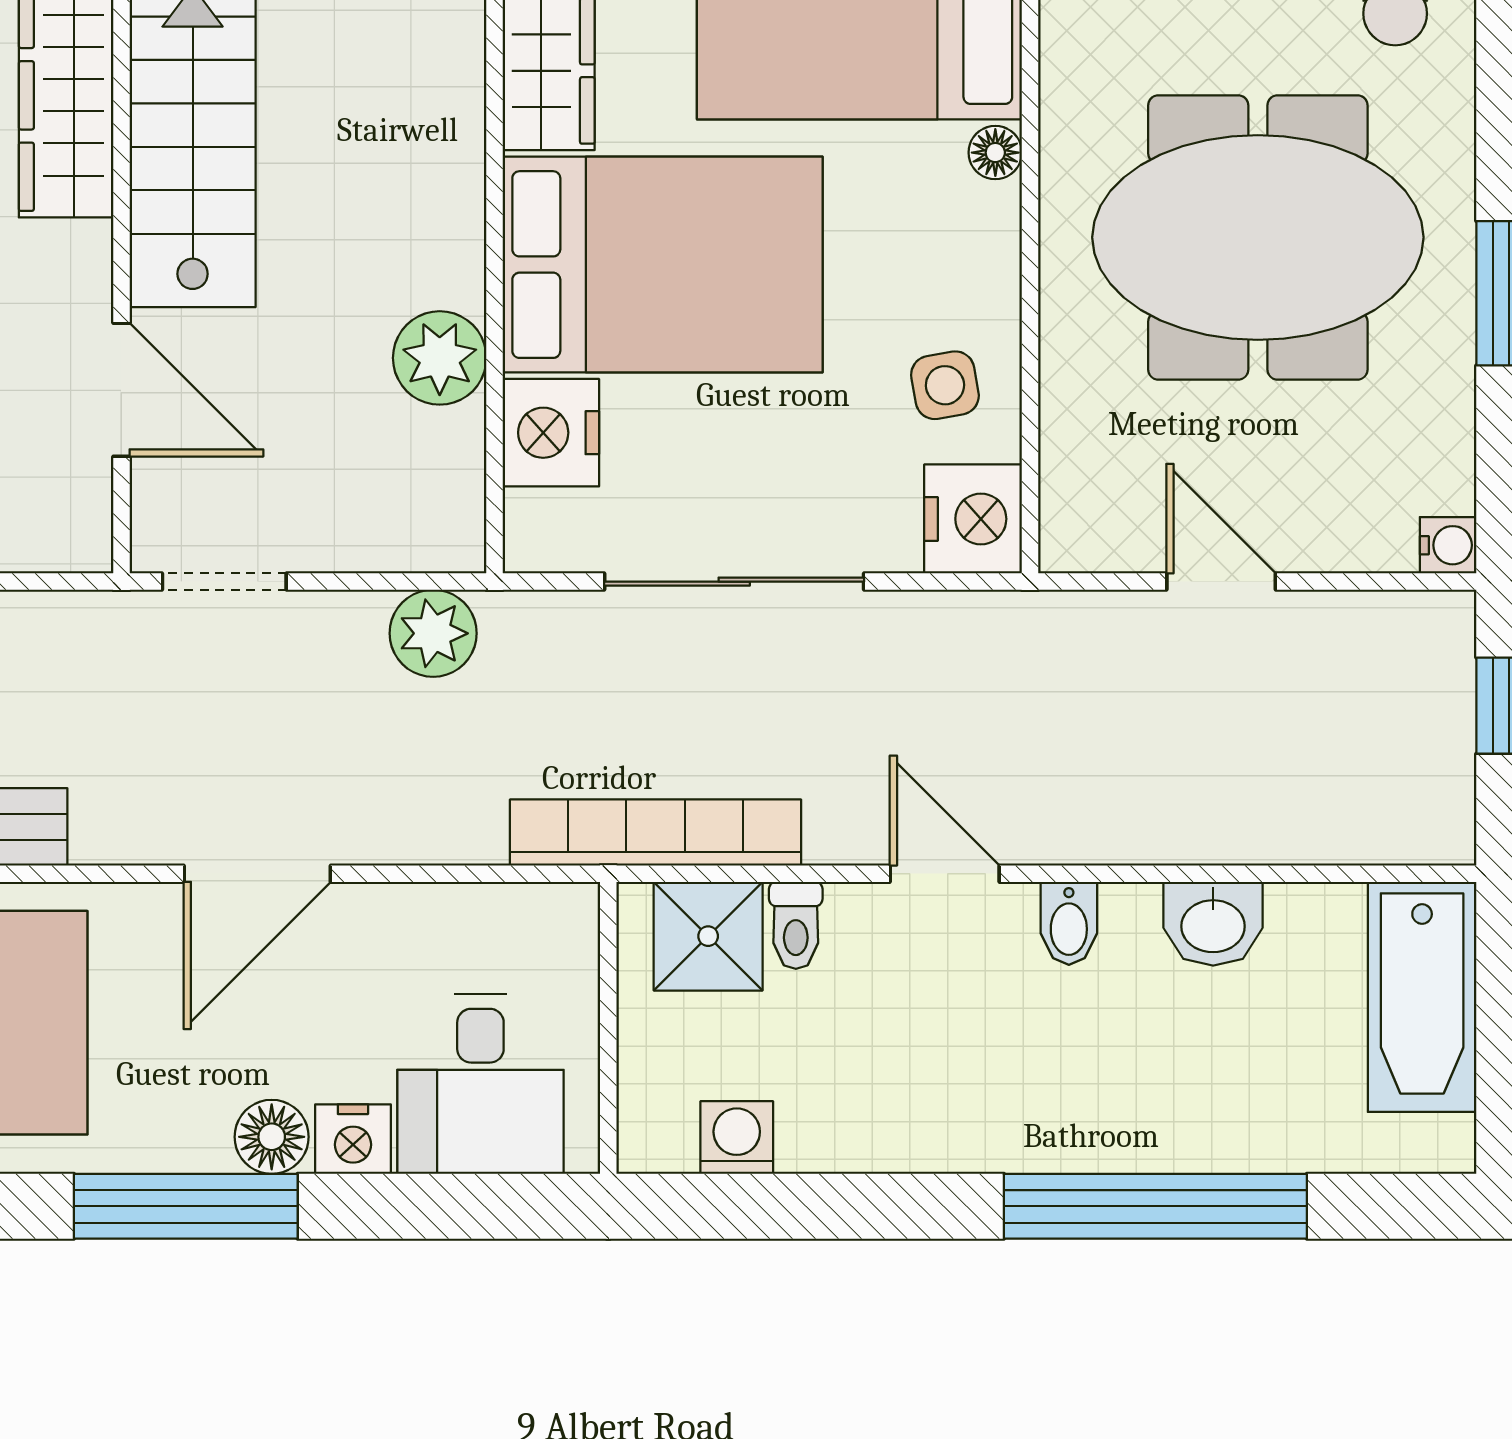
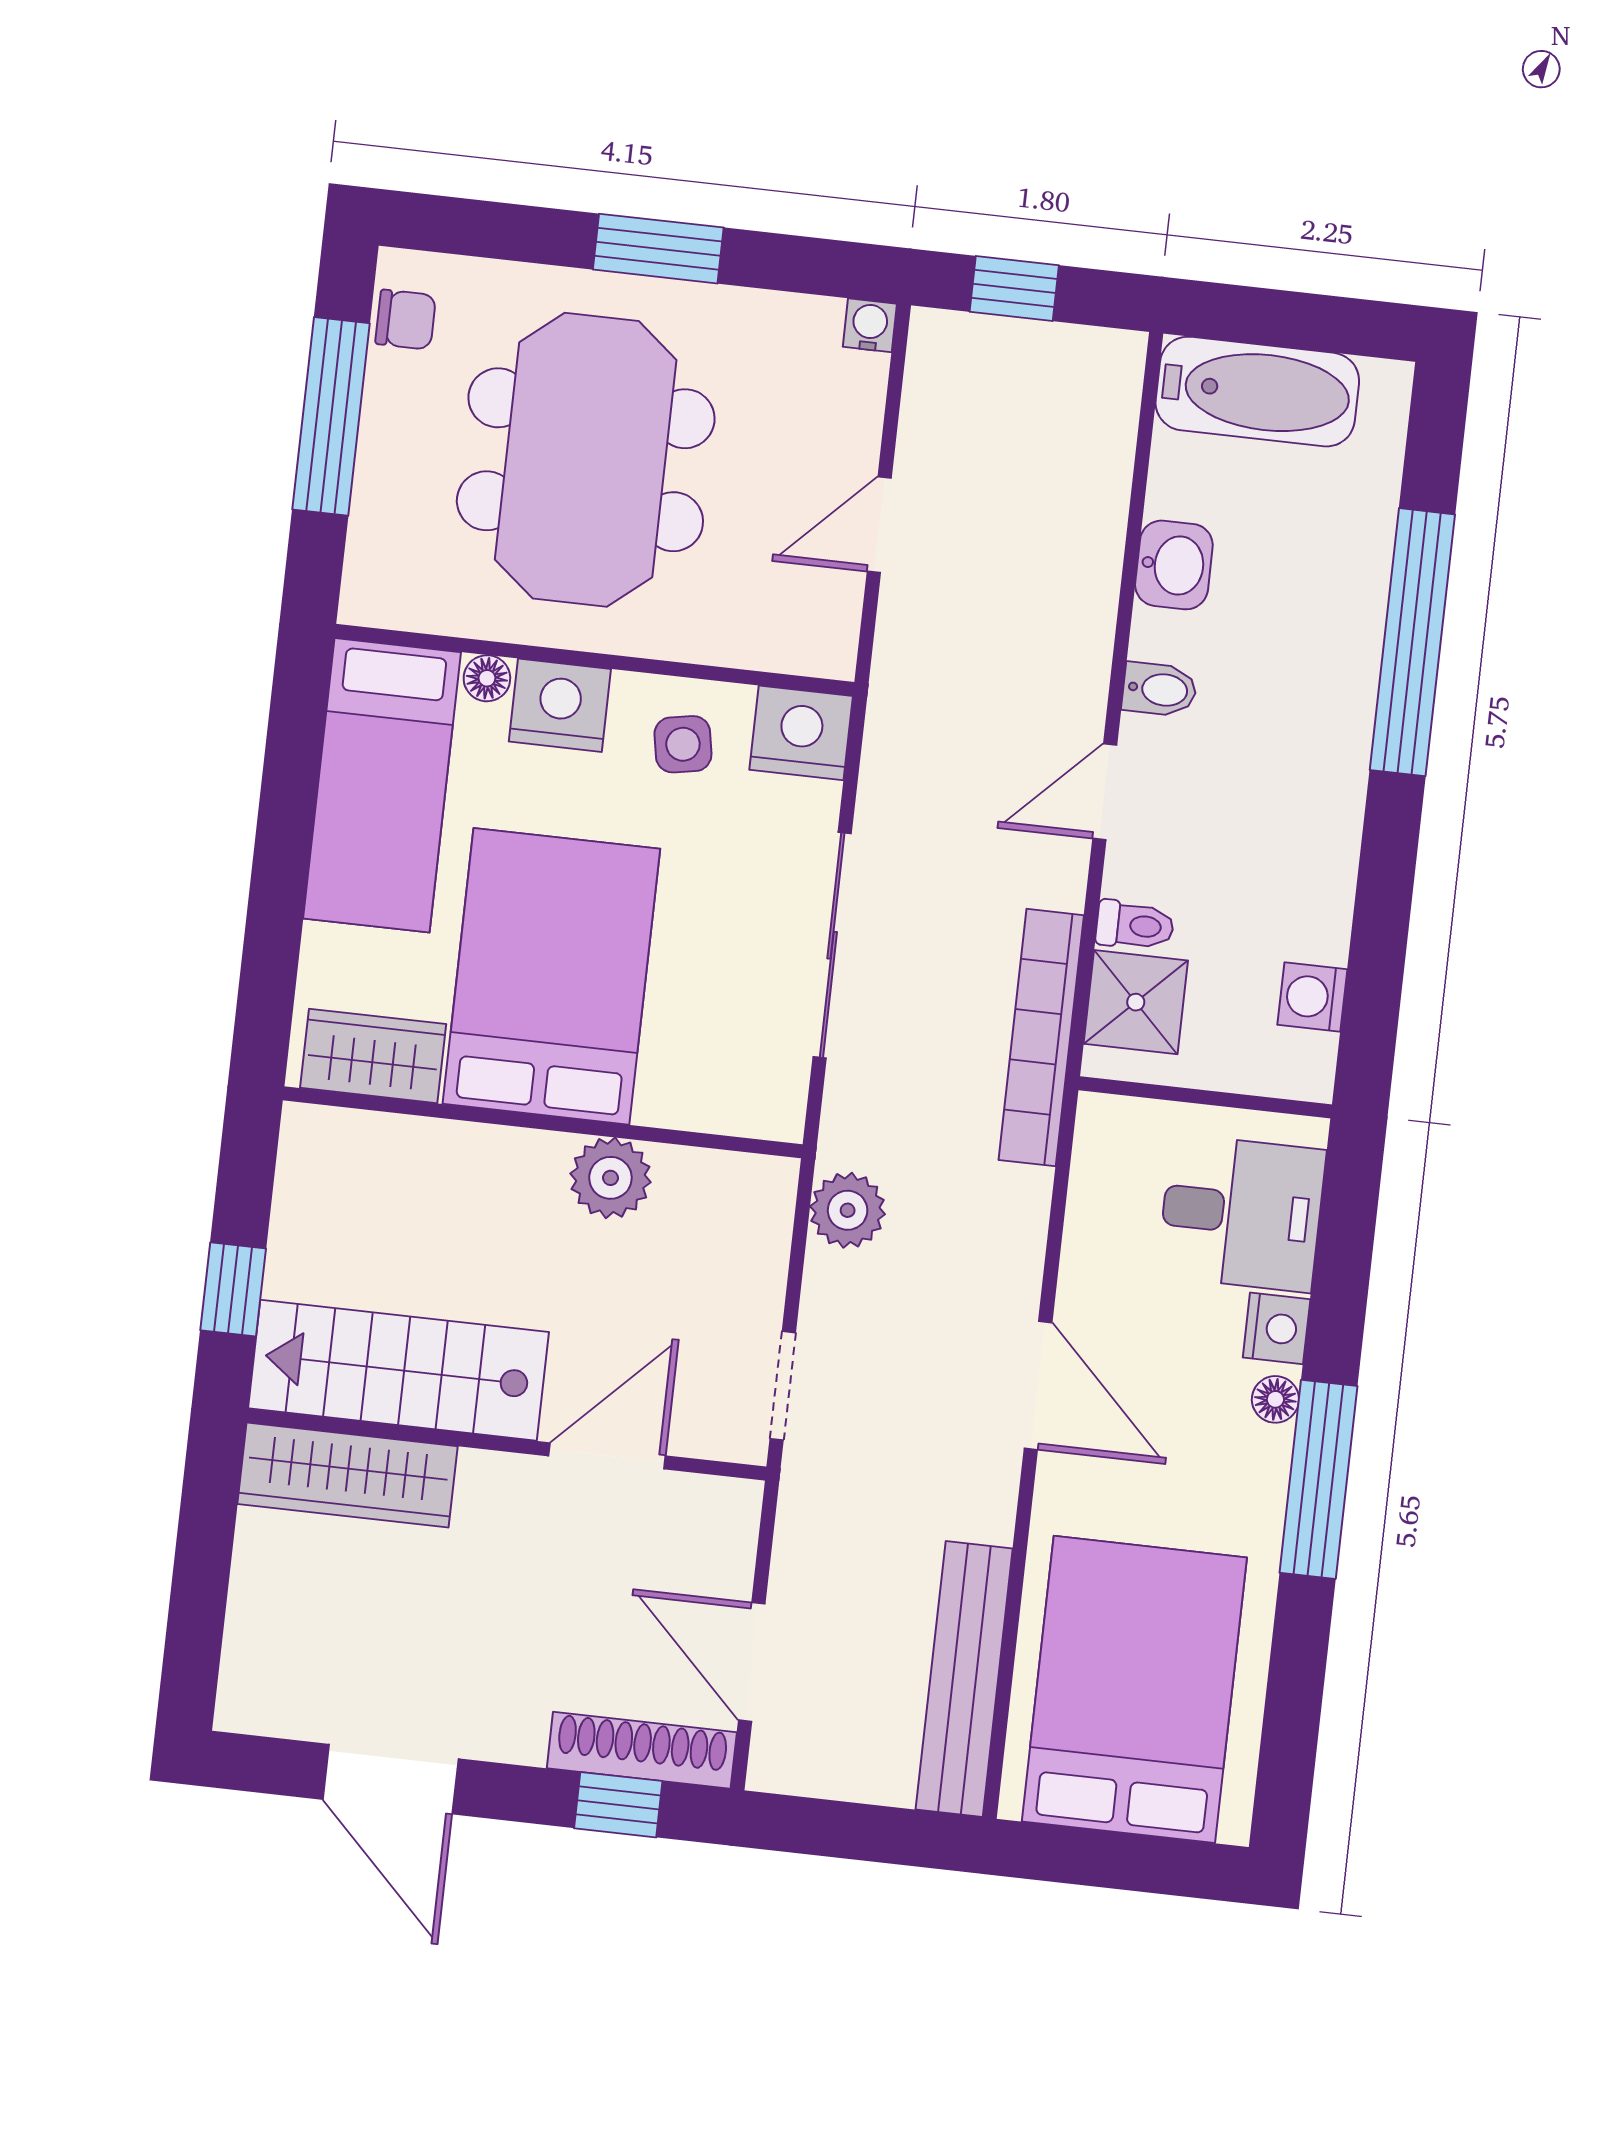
nightstand: (551, 433) -> (560, 705), moved, turned 180
floor lamp: (272, 1137) -> (1275, 1399), width x0.73, depth x0.73

